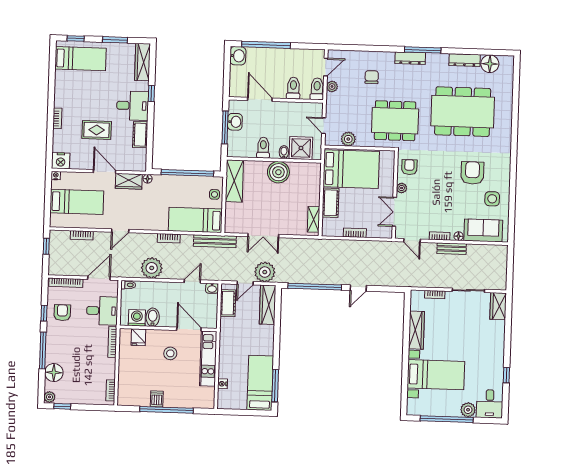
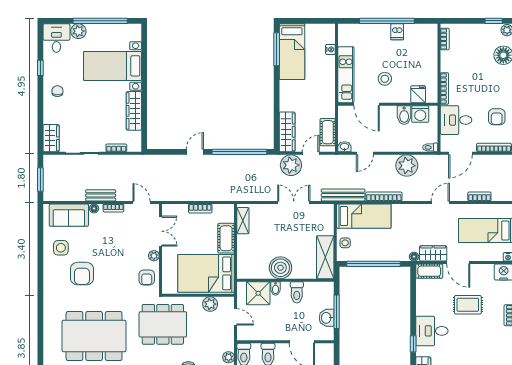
cot: (140, 135) -> (429, 271), moved, turned 90
bookcase: (169, 238) -> (384, 196), width x1.56
window: (510, 266) -> (40, 180), added
chair: (490, 352) -> (57, 91), added

